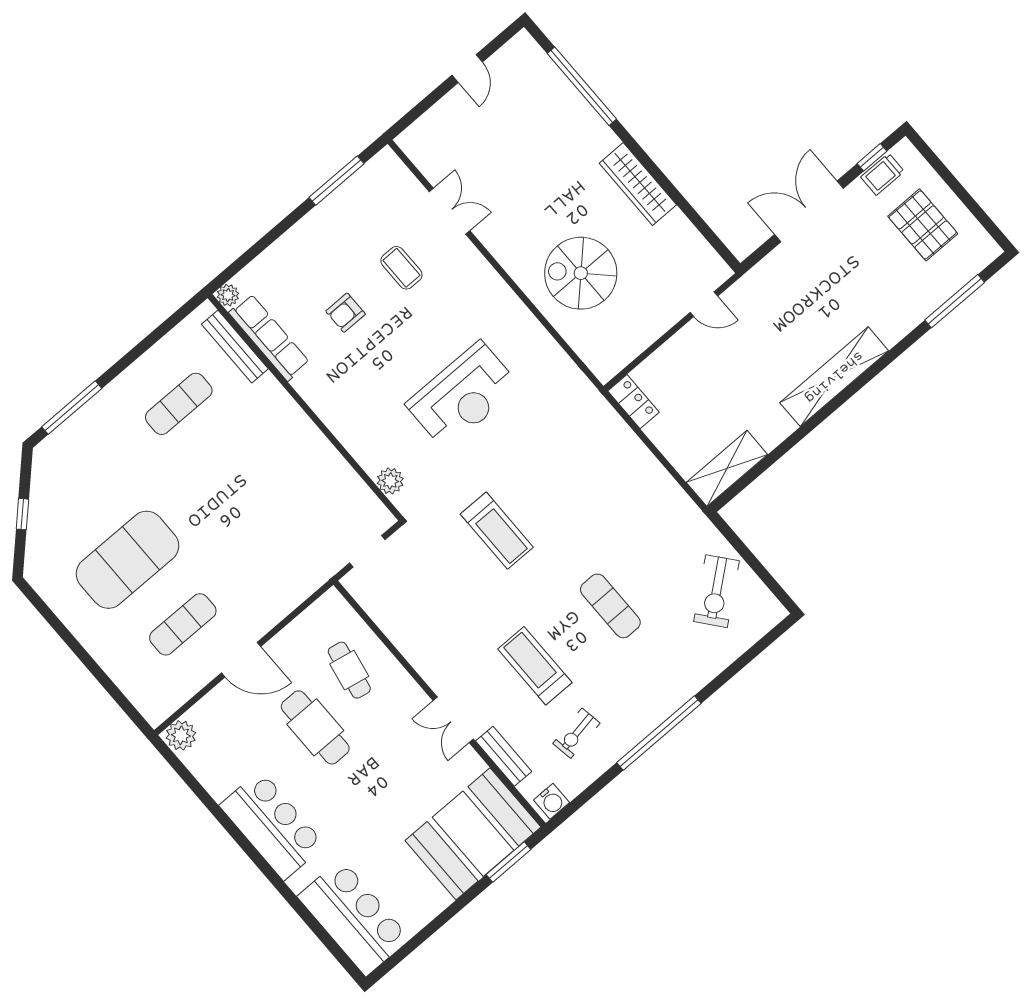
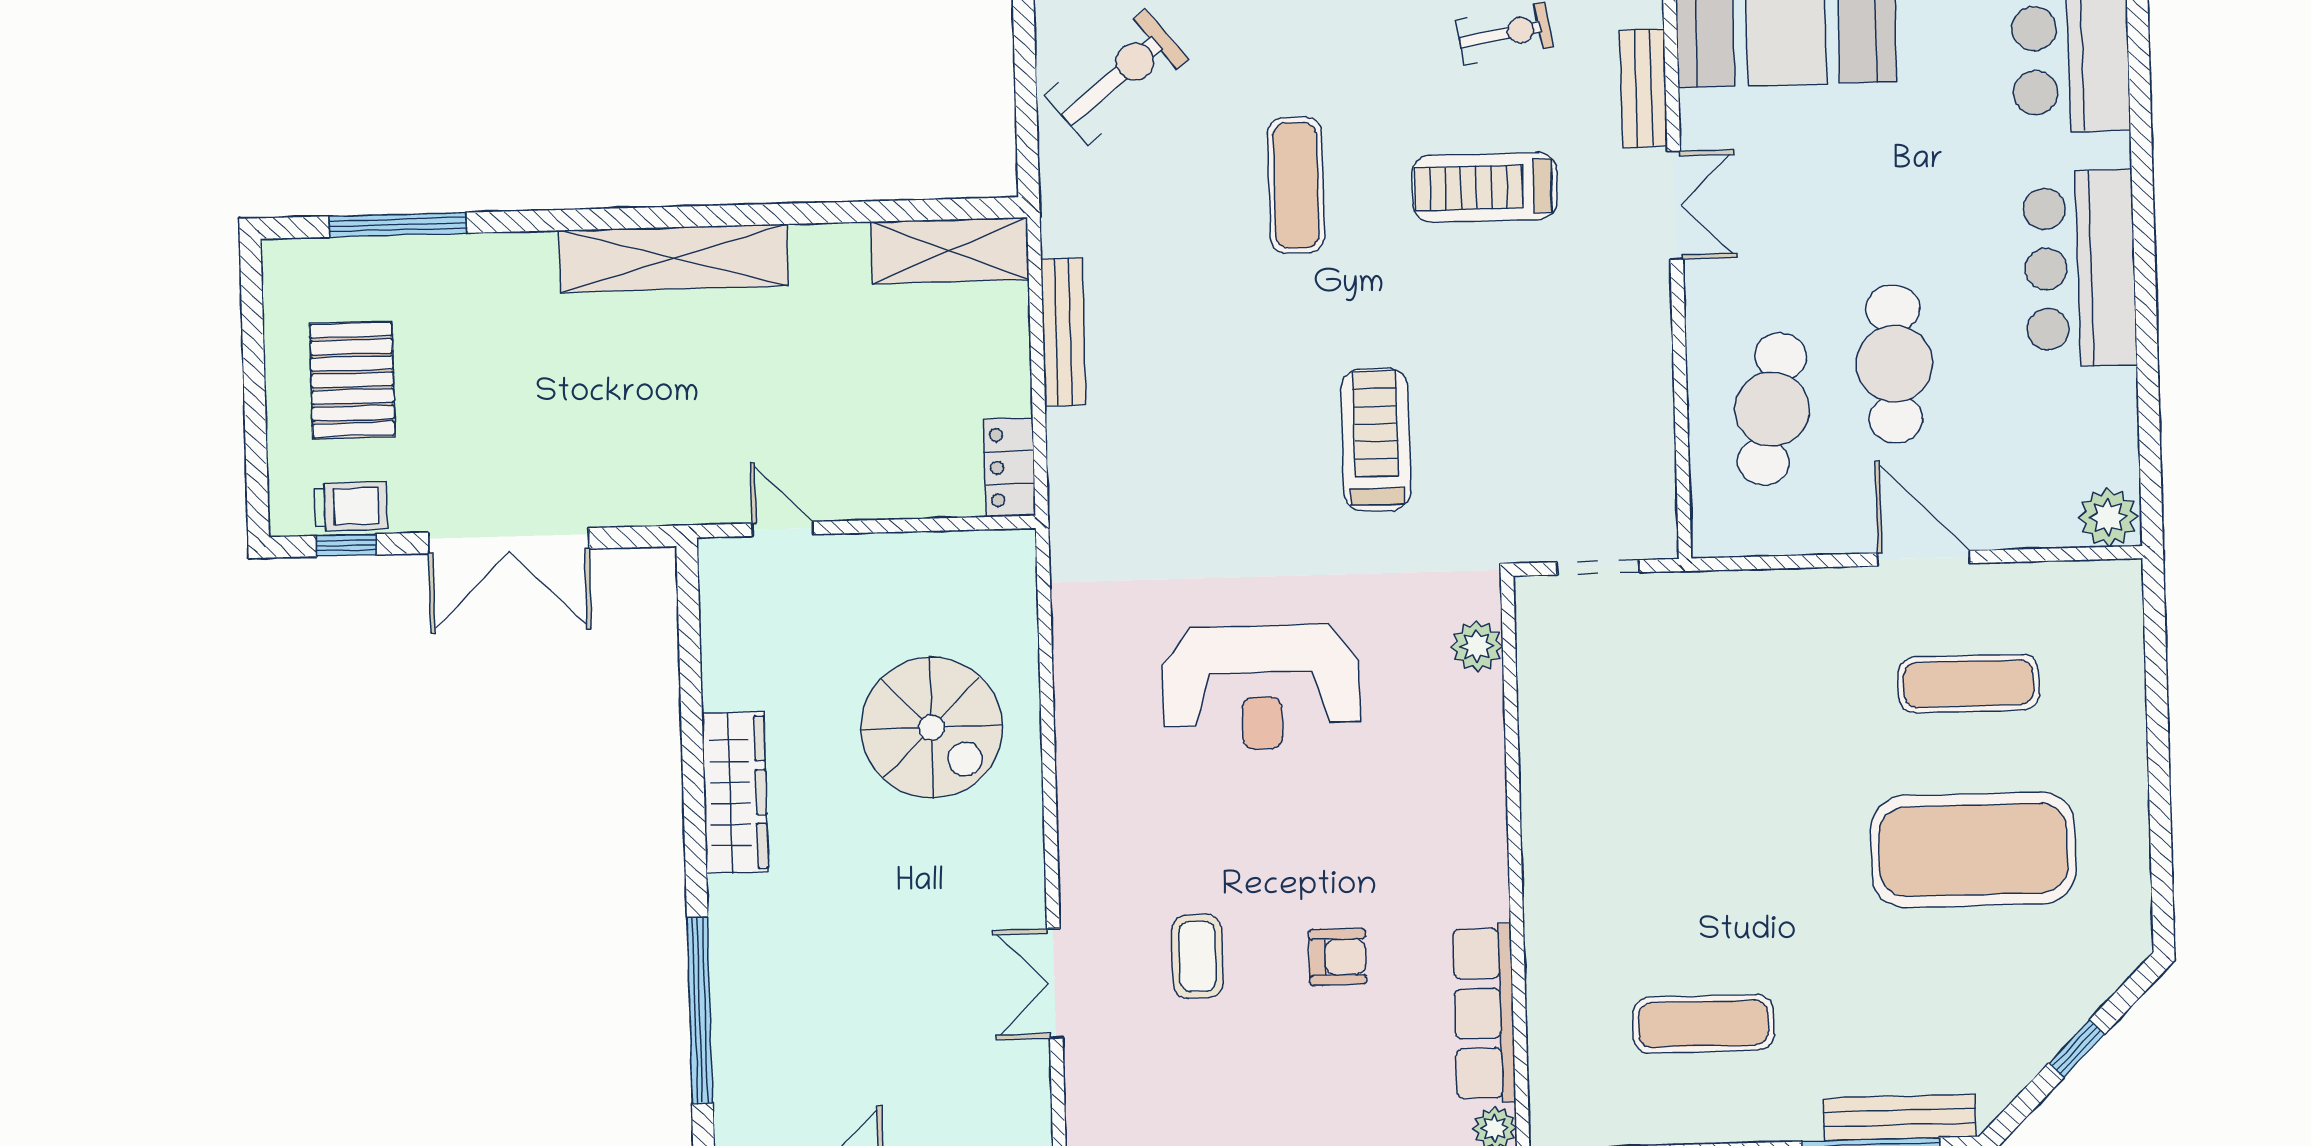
bench: (235, 346) -> (1899, 1118), moved, turned 90
reception desk: (463, 395) -> (1261, 687), turned 180
bench: (656, 473) -> (1063, 332), added
treadmill: (535, 666) -> (1485, 187), turned 90
cafe table: (349, 670) -> (1772, 409), width x1.37, depth x1.35

